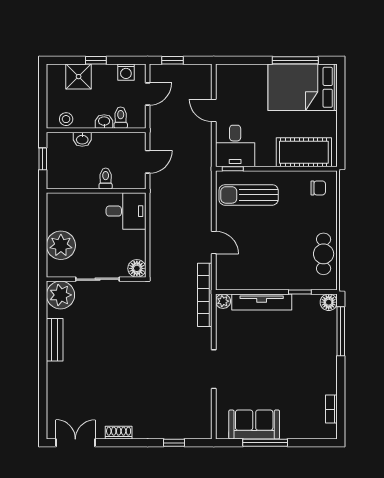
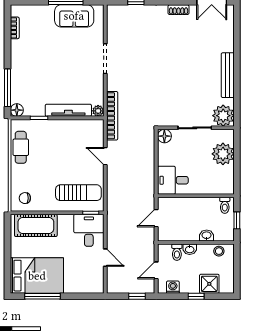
toilet: (106, 178) -> (225, 205), moved
bench: (55, 340) -> (228, 75), width x1.36

